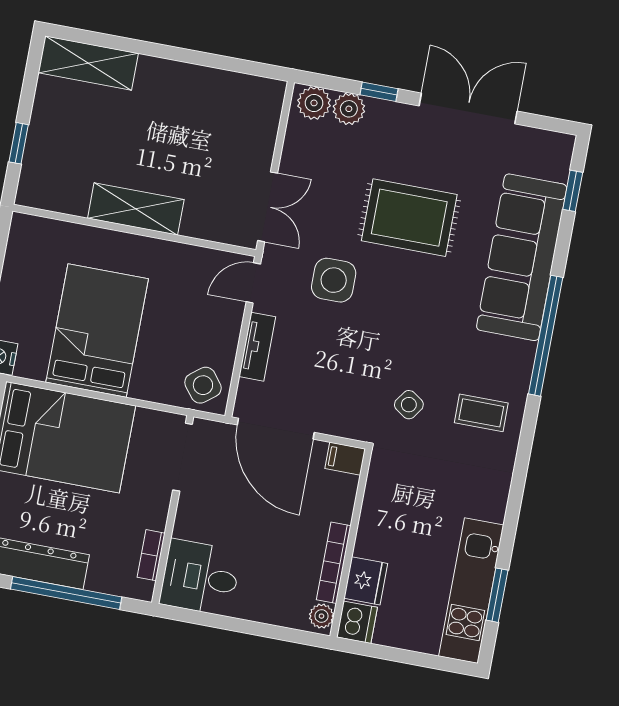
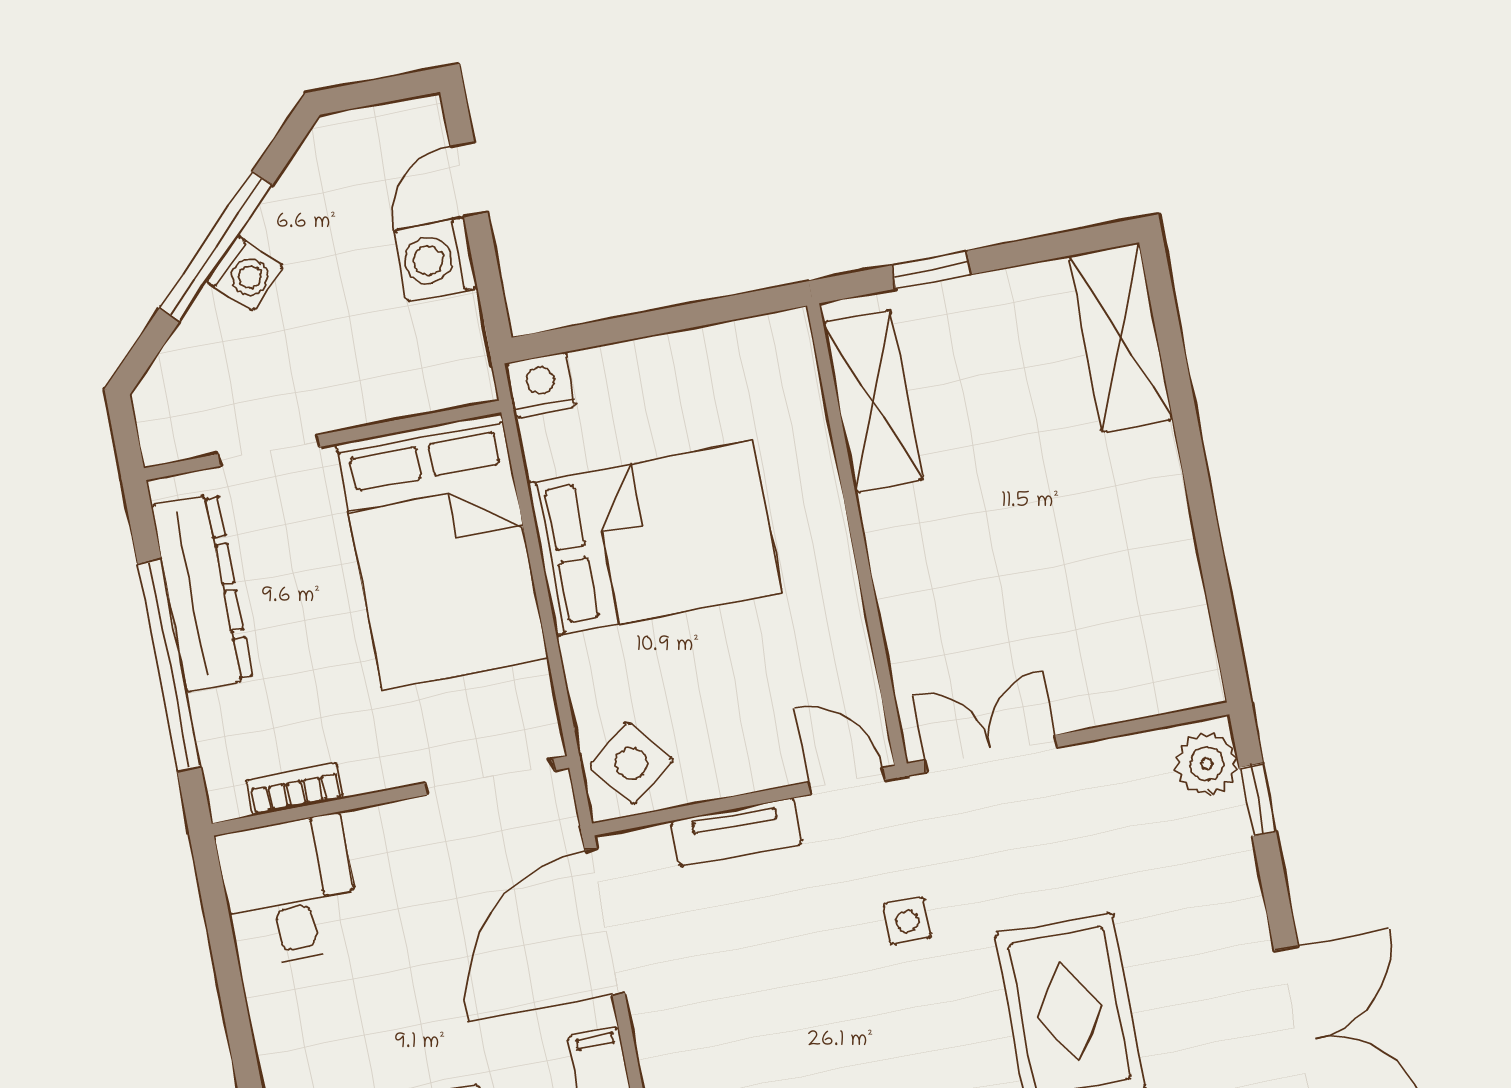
window: (379, 92) -> (1258, 800), moved
plant: (349, 109) -> (1220, 829), removed
double door: (268, 207) -> (991, 754), swing flipped
shelving: (136, 209) -> (873, 401), moved
side table: (334, 280) -> (907, 921), width x0.54, depth x0.54

